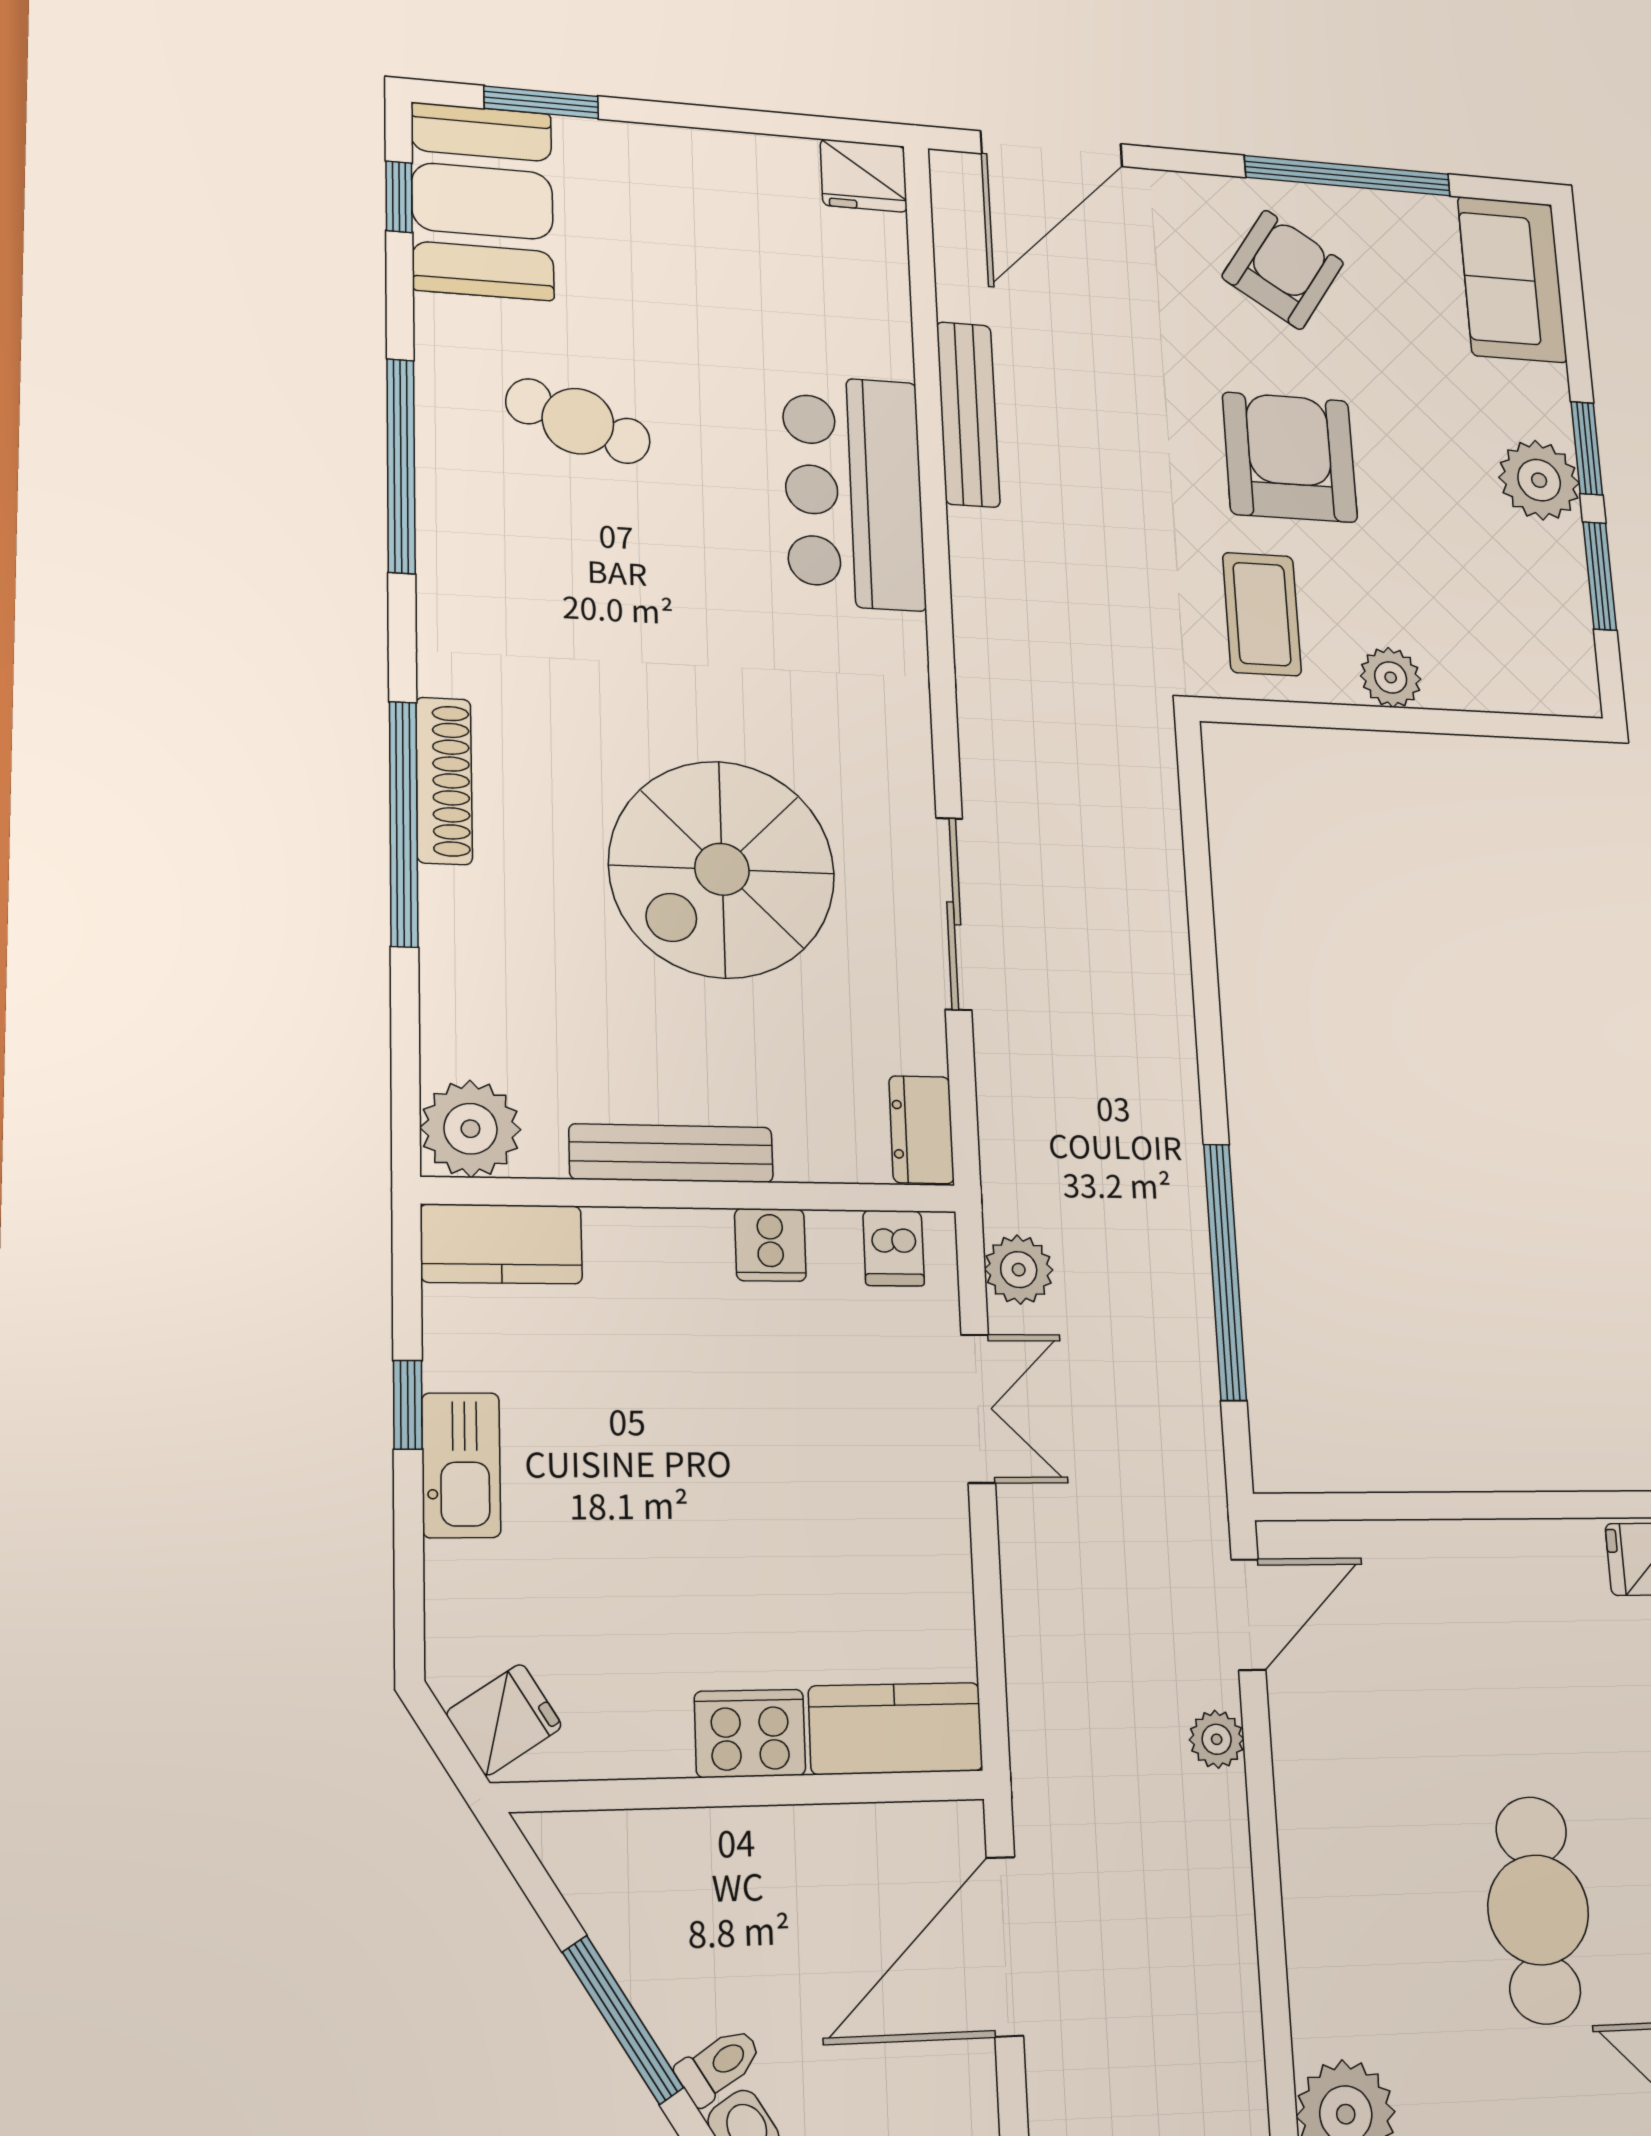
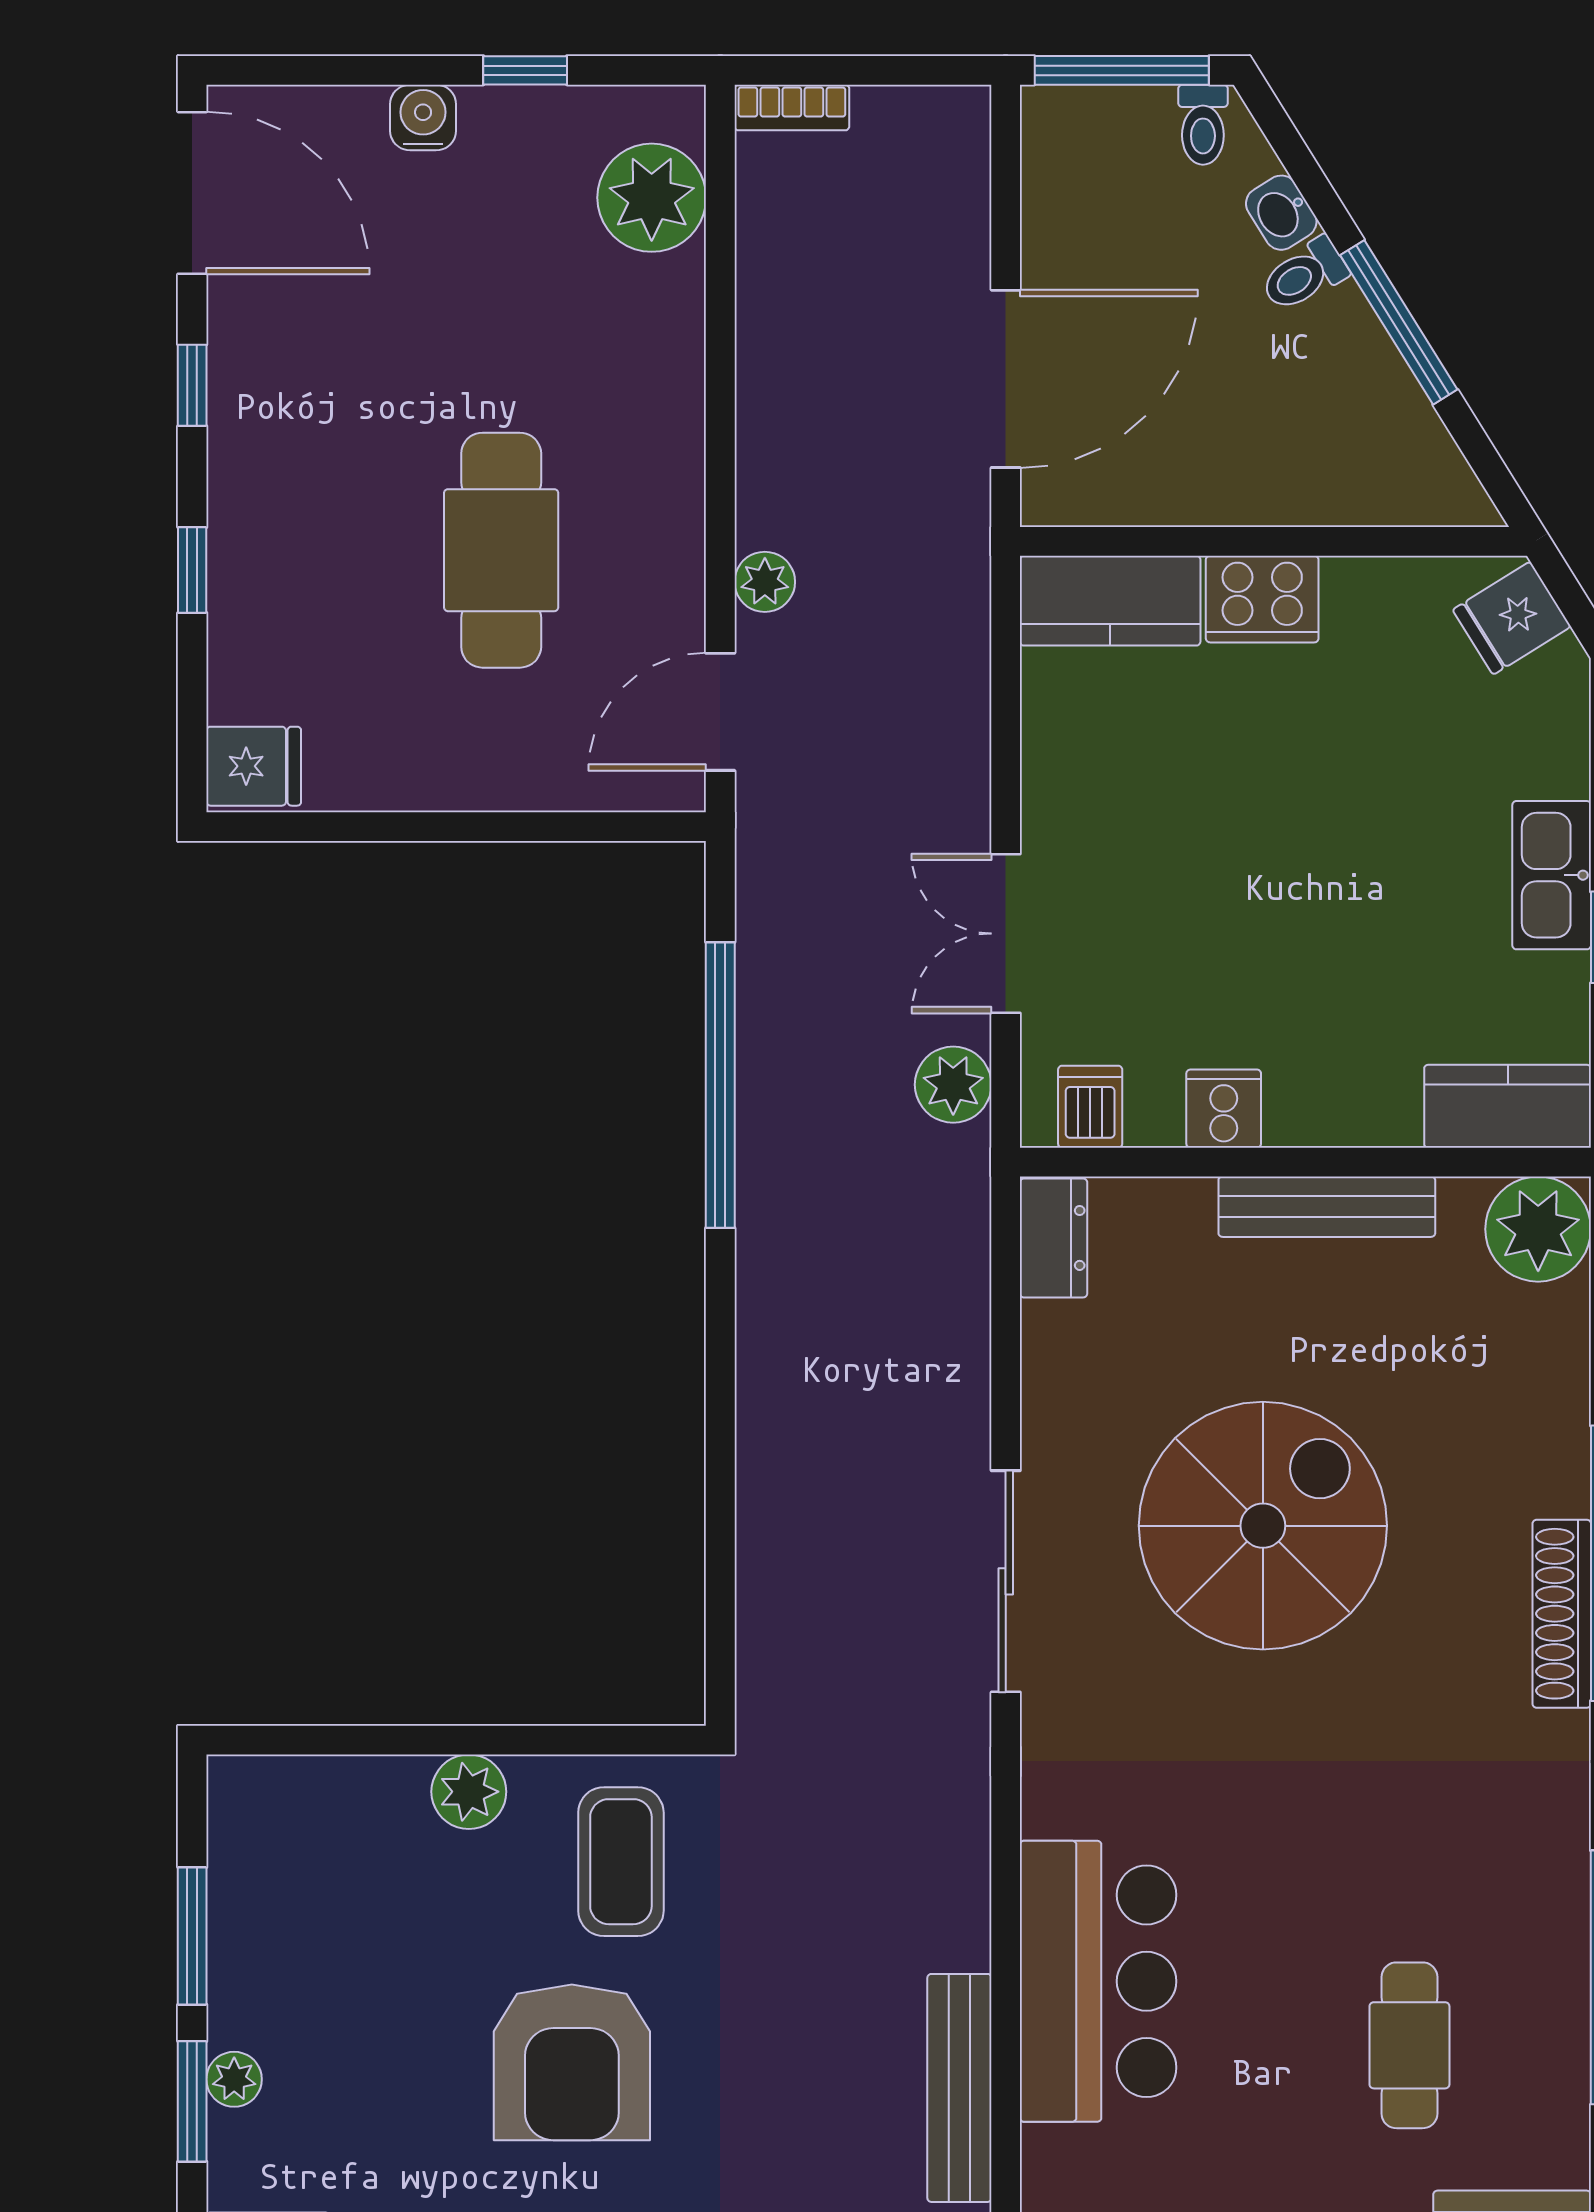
cafe table: (578, 421) -> (1409, 2045), turned 70
plant: (1539, 480) -> (234, 2079), width x0.53, depth x0.53
sliding door: (954, 913) -> (1006, 1581), moved
cafe table: (1538, 1910) -> (501, 550), moved

